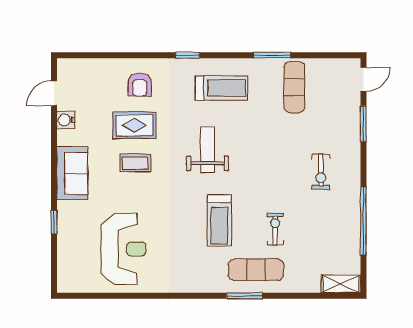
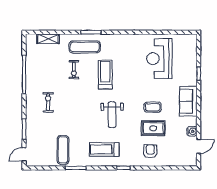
shelving: (341, 284) -> (48, 39), moved

